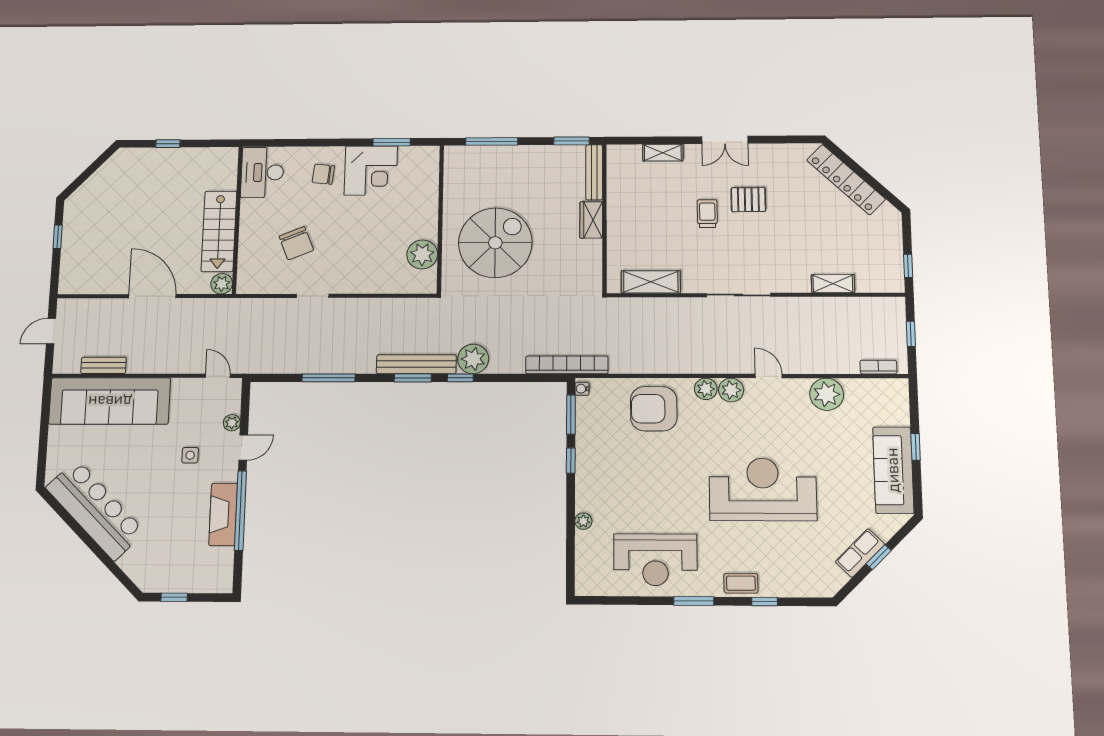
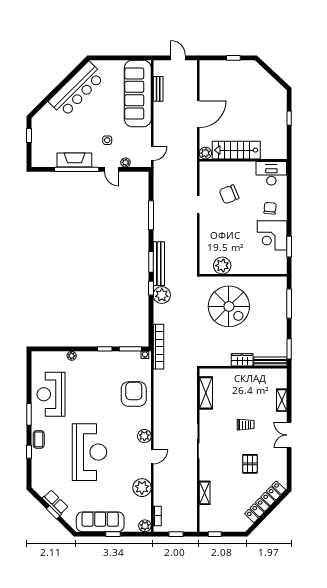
pallet: (748, 200) -> (250, 464), moved
plant: (706, 389) -> (145, 526), moved

